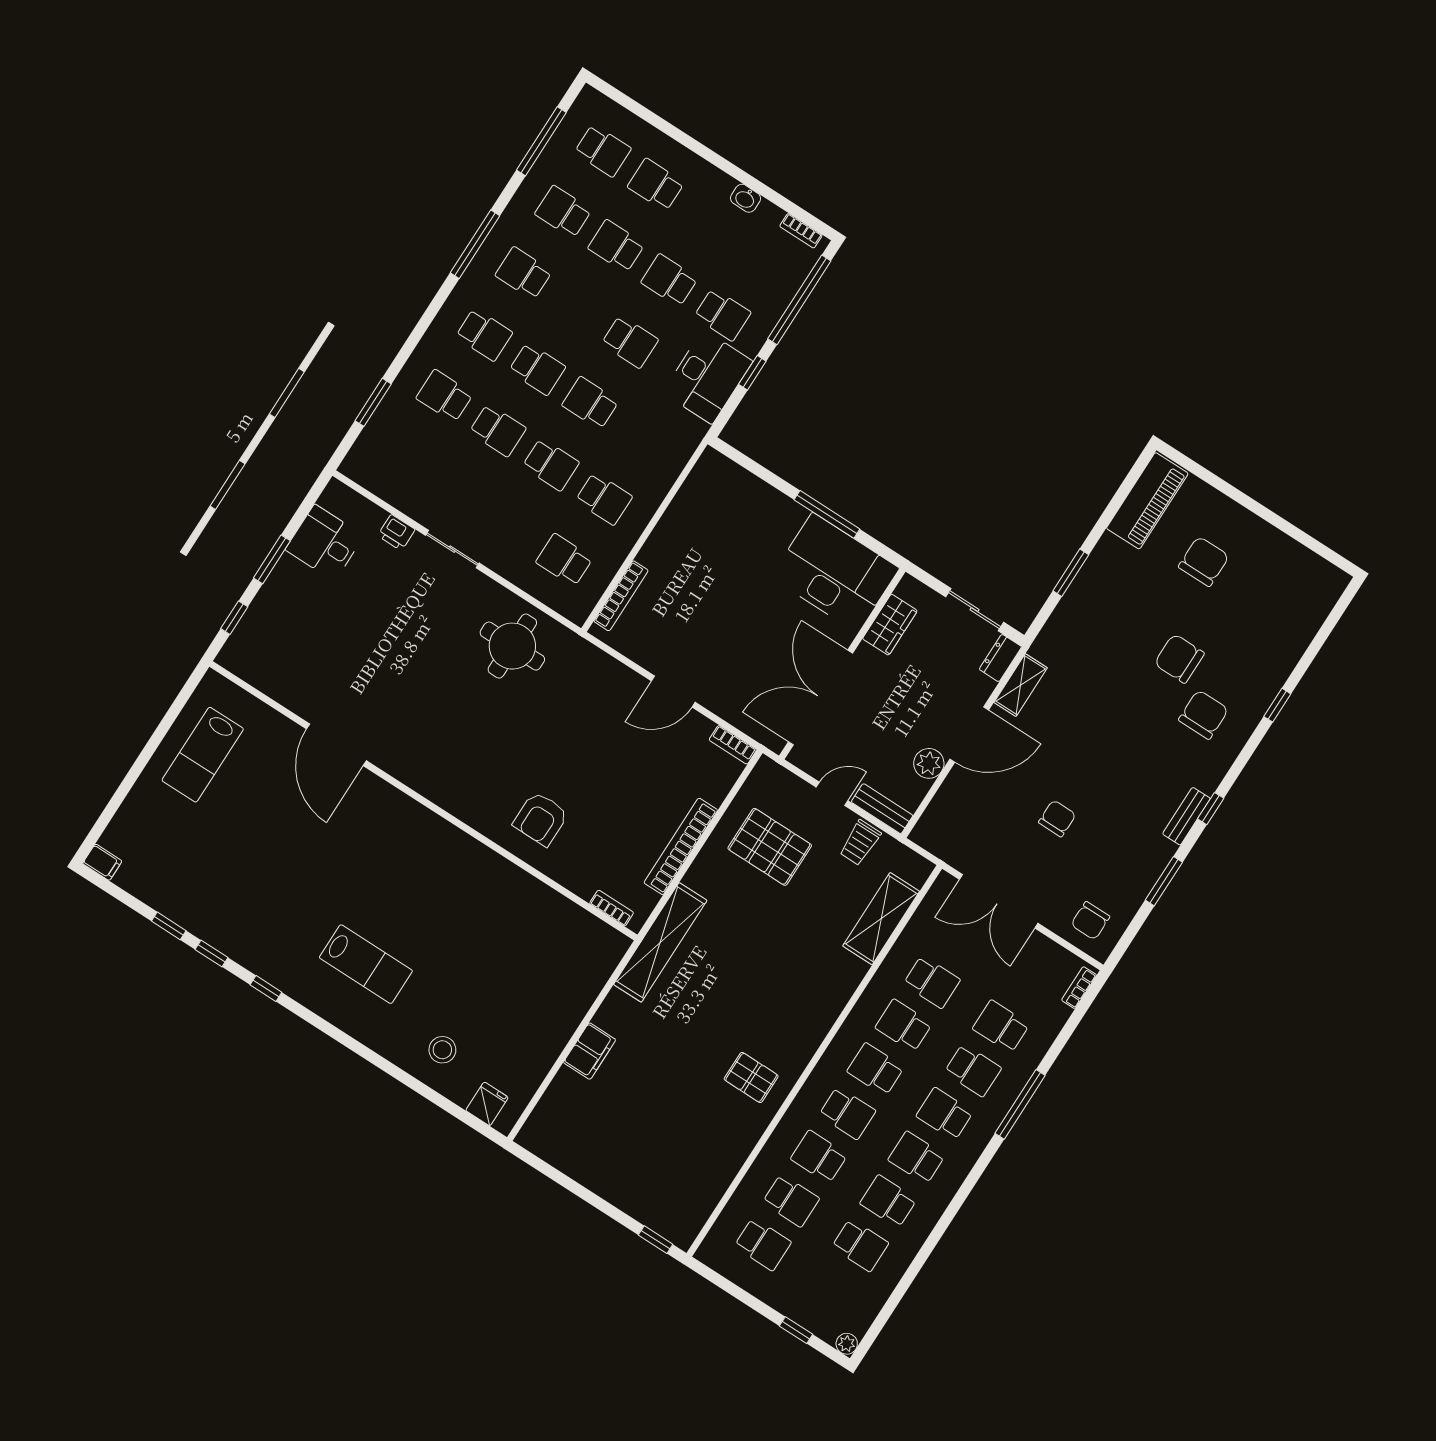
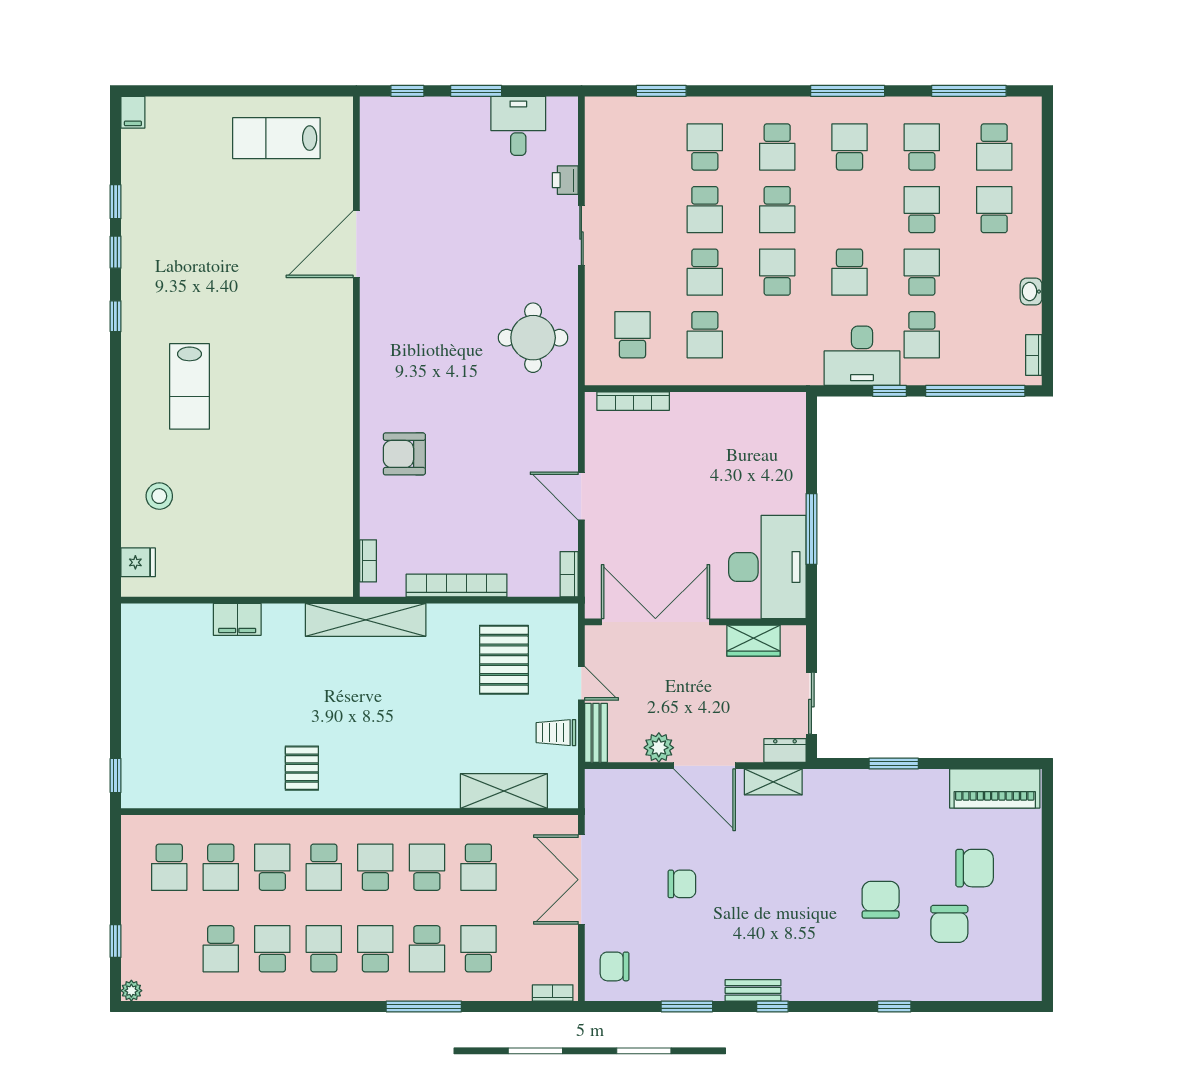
chair: (1204, 715) -> (949, 924), moved, turned 90

